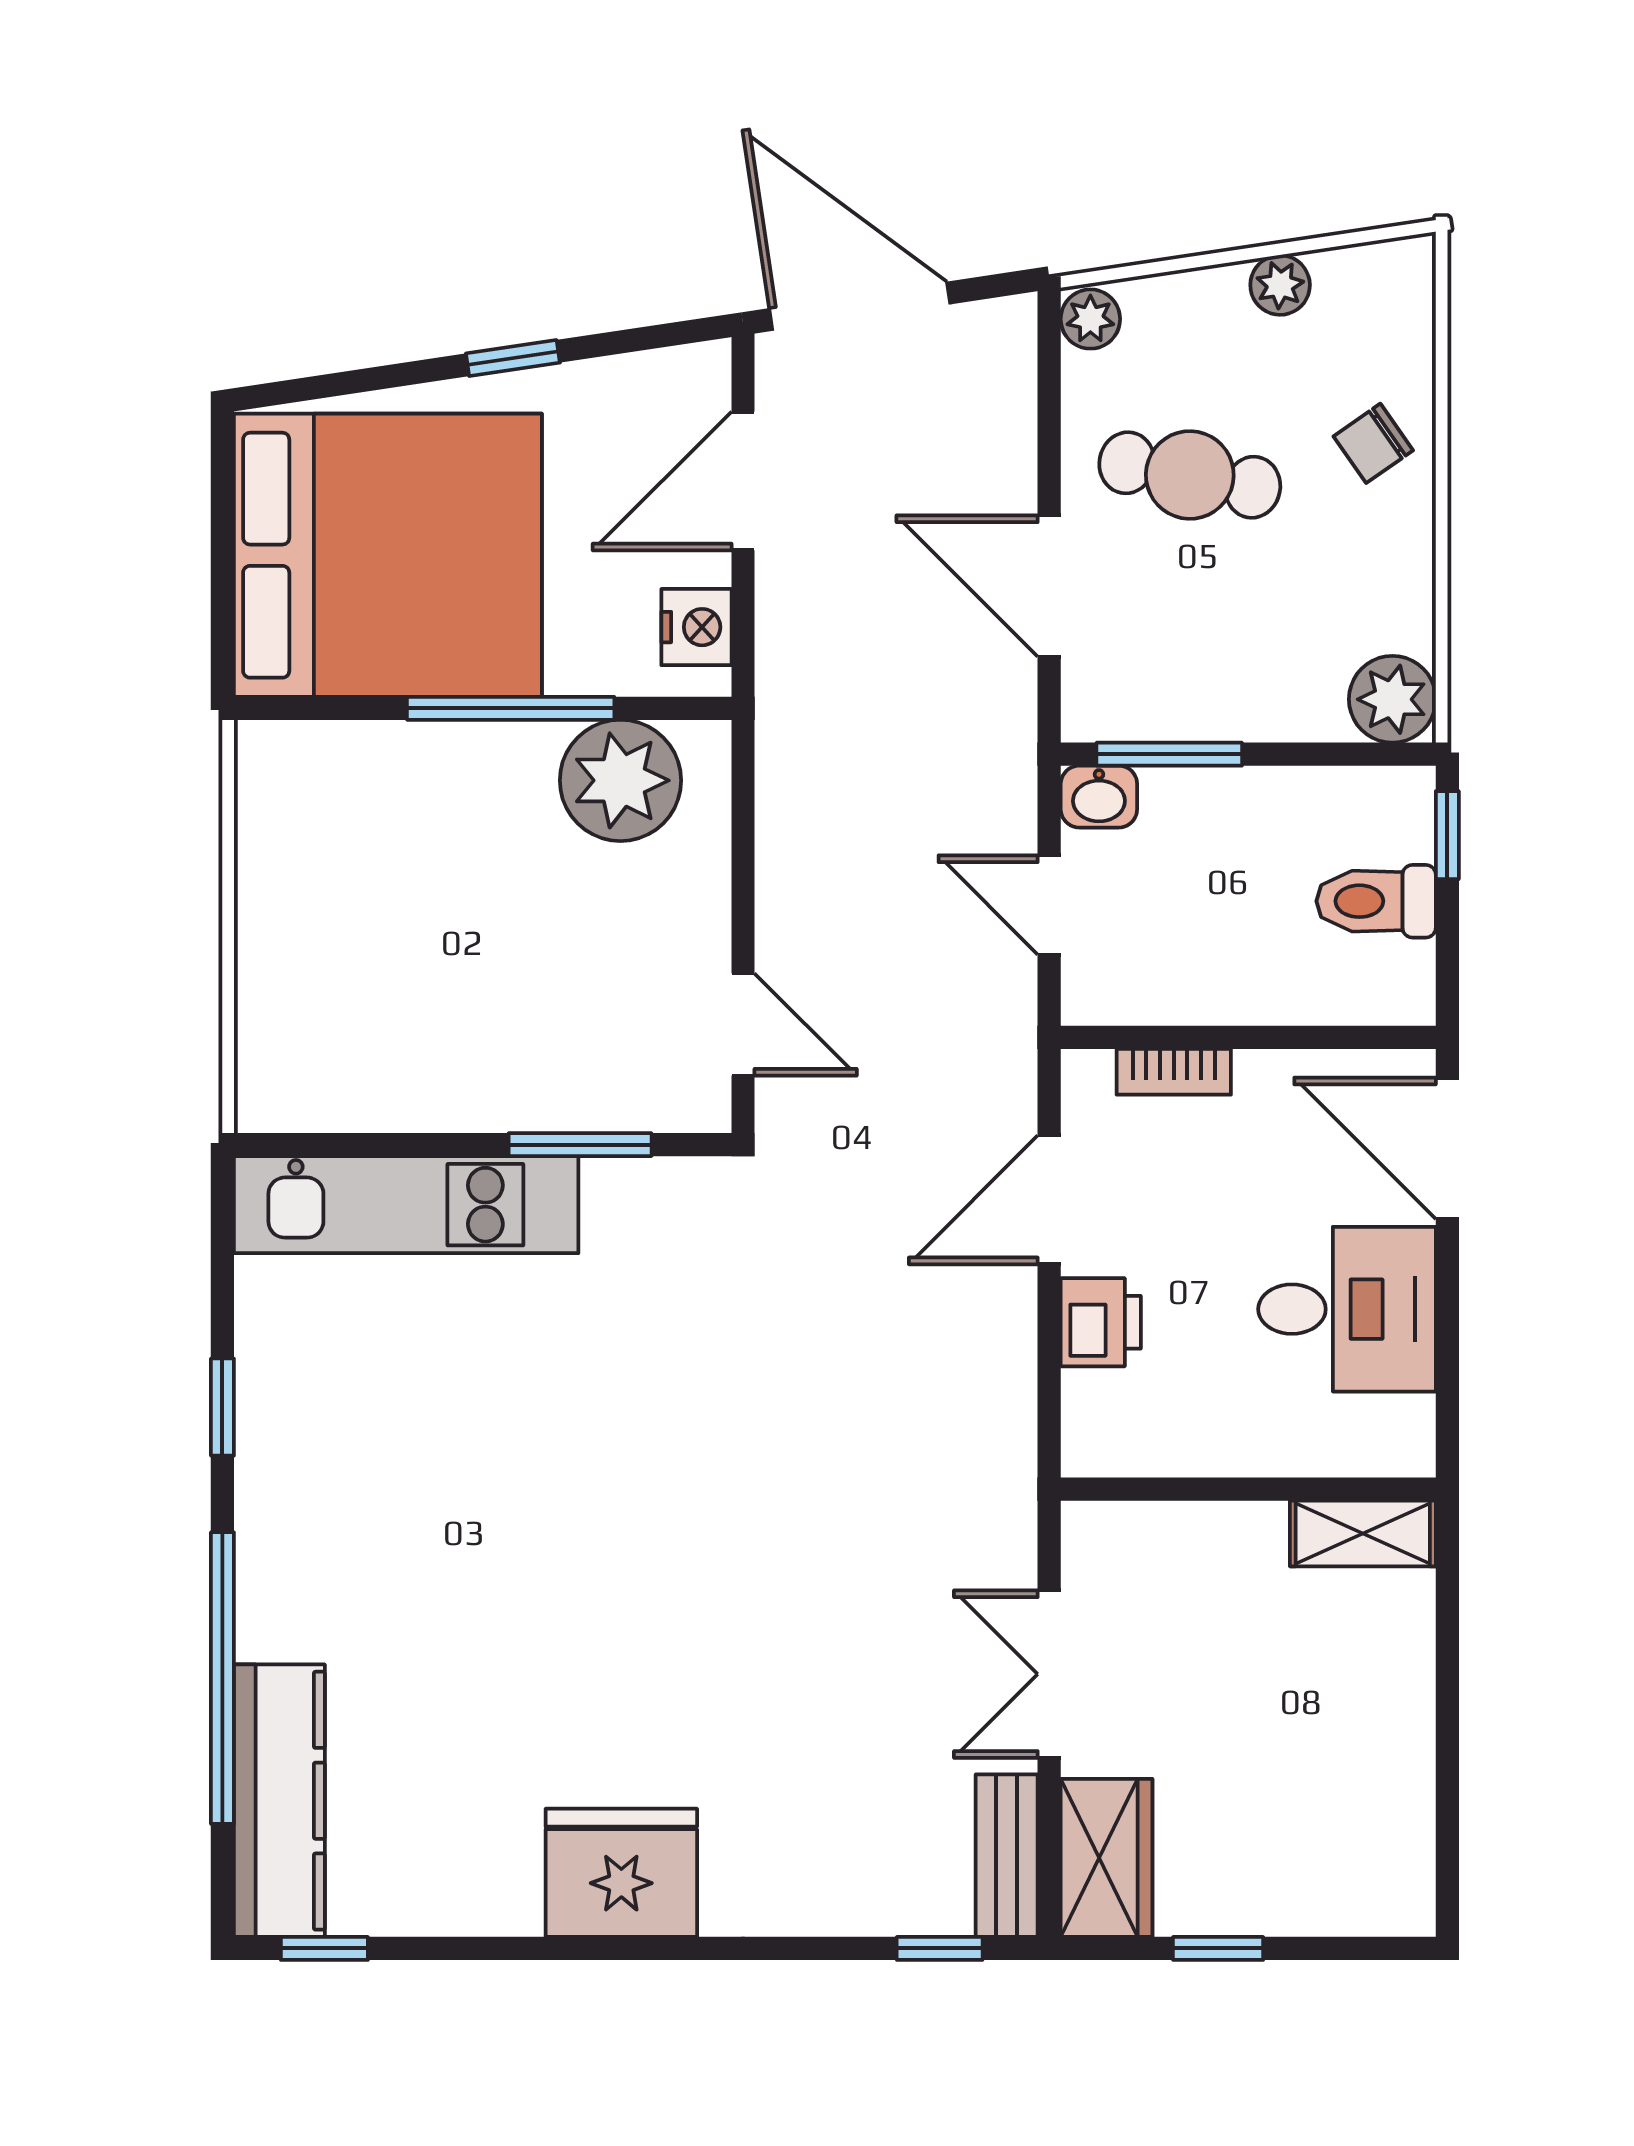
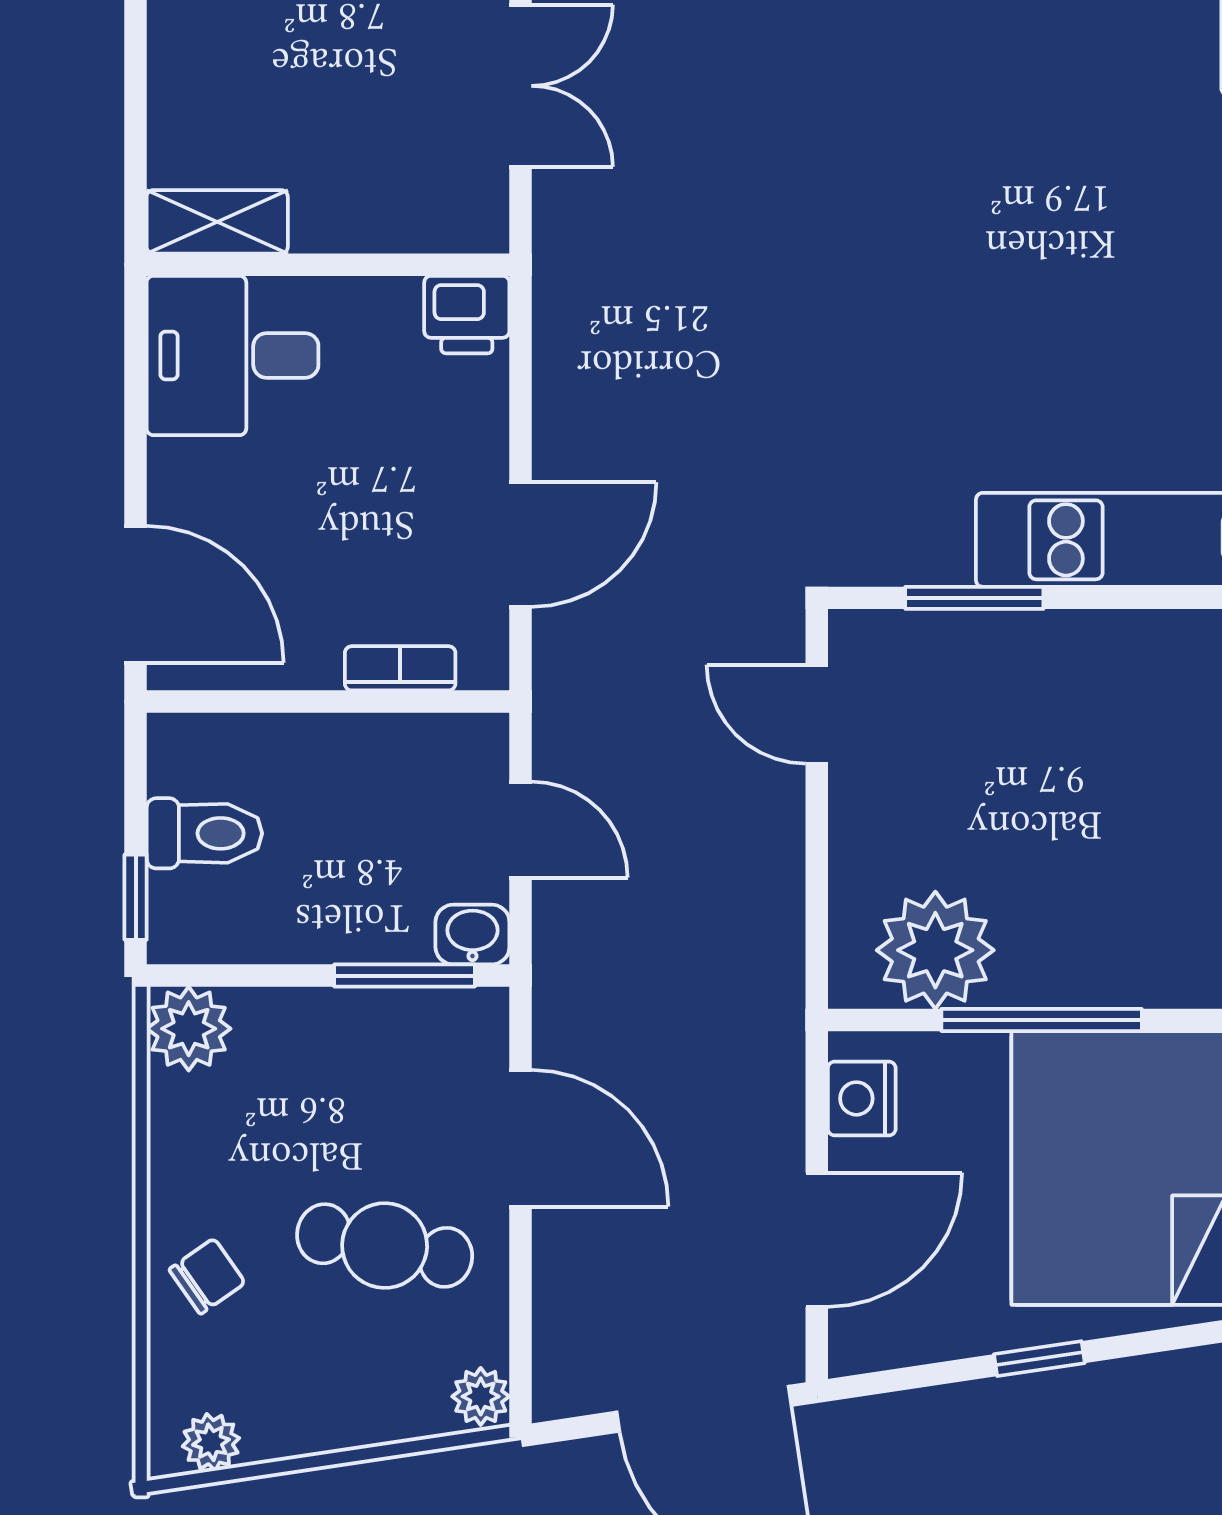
plant: (1280, 285) -> (211, 1442), moved
desk: (1347, 1309) -> (233, 355), moved
printer: (1101, 1322) -> (467, 315), moved, turned -90

